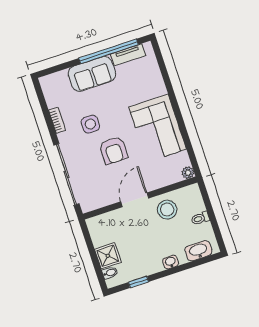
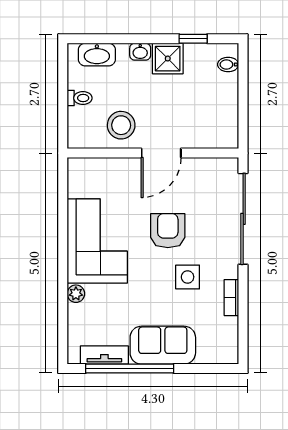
plant: (188, 173) -> (76, 294), moved
shower: (108, 256) -> (168, 59), moved

